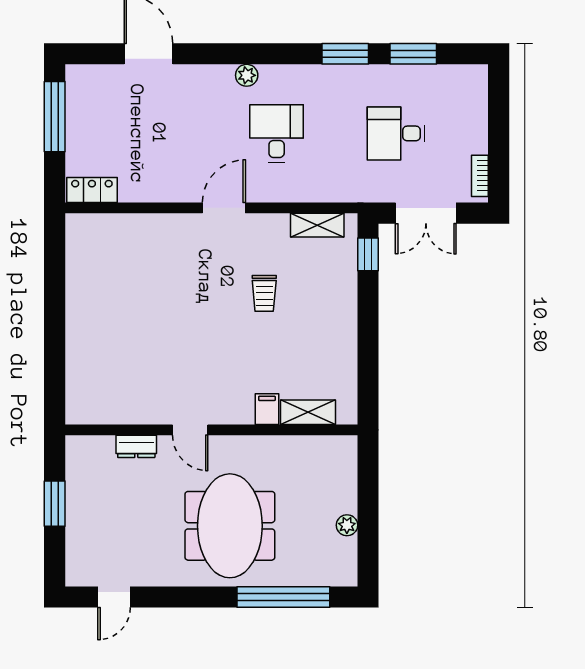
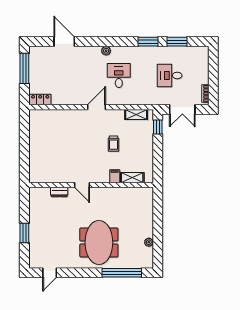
filing cabinet: (267, 409) -> (115, 176), moved
shelving: (308, 412) -> (132, 178), moved
door: (190, 430) -> (82, 185), moved
wall: (211, 430) -> (91, 185), moved
dresser: (136, 446) -> (59, 192), moved

